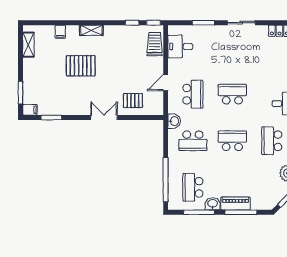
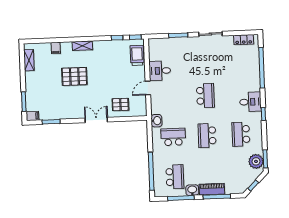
desk: (180, 47) -> (160, 71), moved
school desk: (193, 94) -> (172, 97), removed
school desk: (232, 94) -> (205, 96), turned 90
school desk: (193, 141) -> (173, 137), turned 180
school desk: (232, 141) -> (207, 136), turned -90
school desk: (193, 187) -> (175, 177), turned 180

